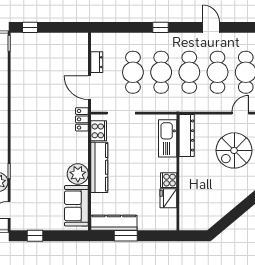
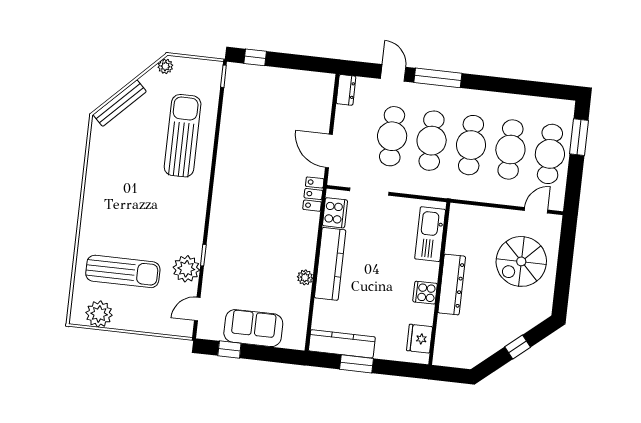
window: (161, 27) -> (438, 78), width x2.17
door: (211, 27) -> (393, 73), moved
dresser: (97, 62) -> (346, 90), moved
dresser: (187, 136) -> (452, 285), moved
plant: (78, 174) -> (305, 277), width x0.53, depth x0.53
fridge: (168, 198) -> (419, 339), moved
sofa: (76, 206) -> (253, 328), moved, turned 90
window: (238, 211) -> (518, 347), added

